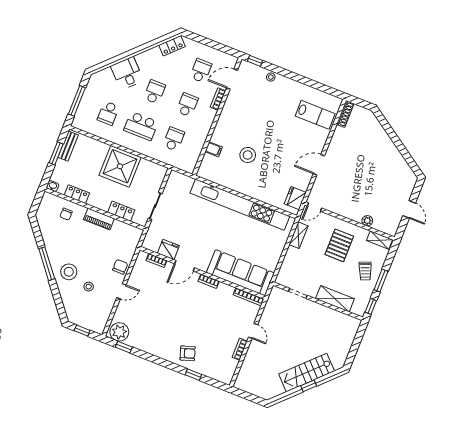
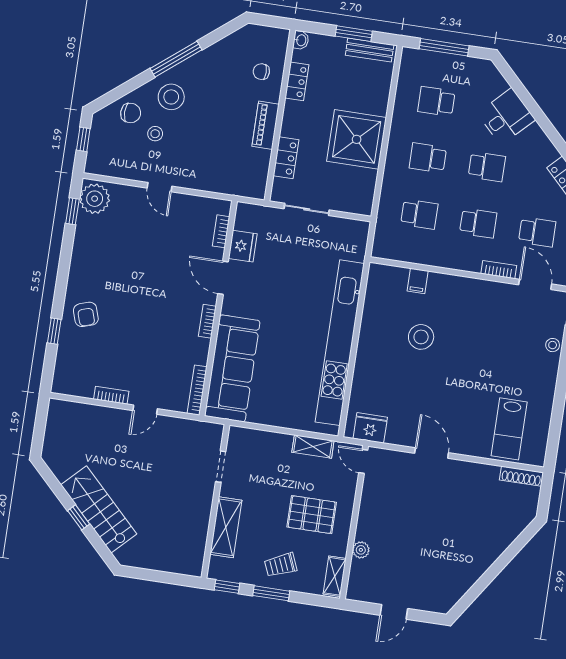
school desk: (141, 126) -> (428, 158), width x0.54
chair: (120, 267) -> (131, 113), moved

